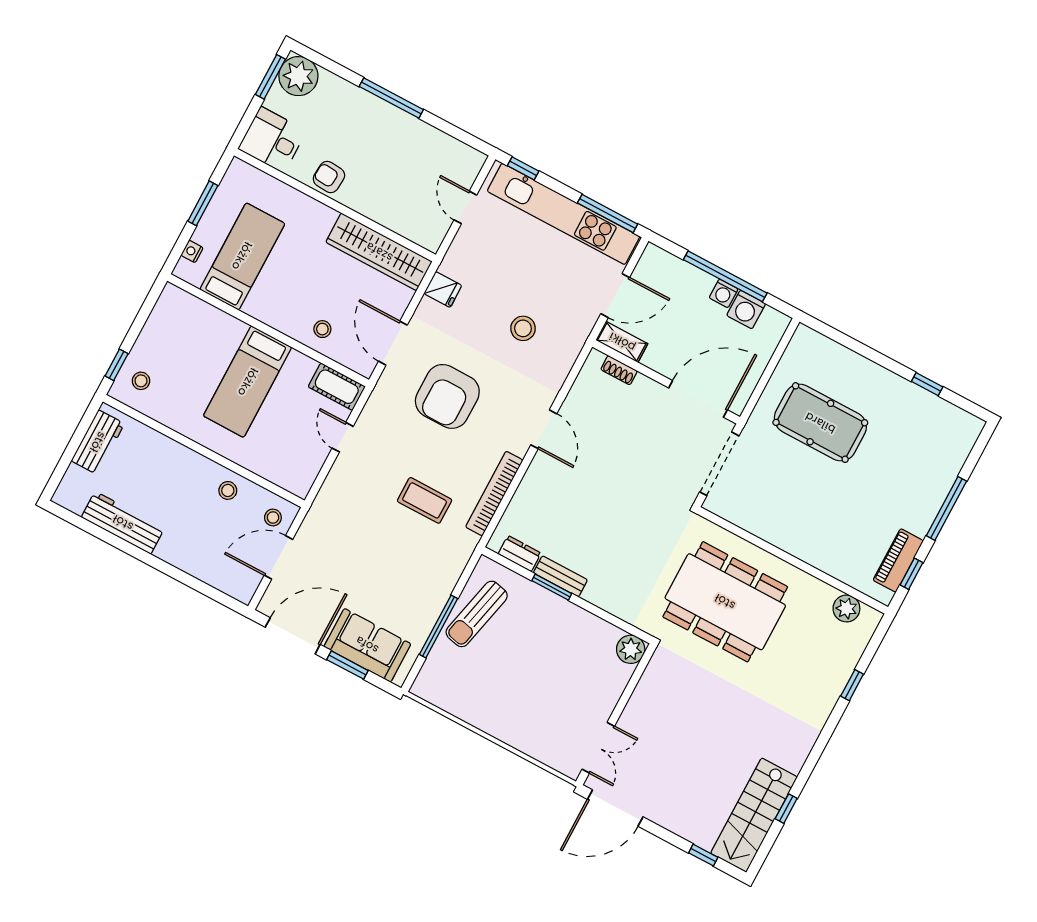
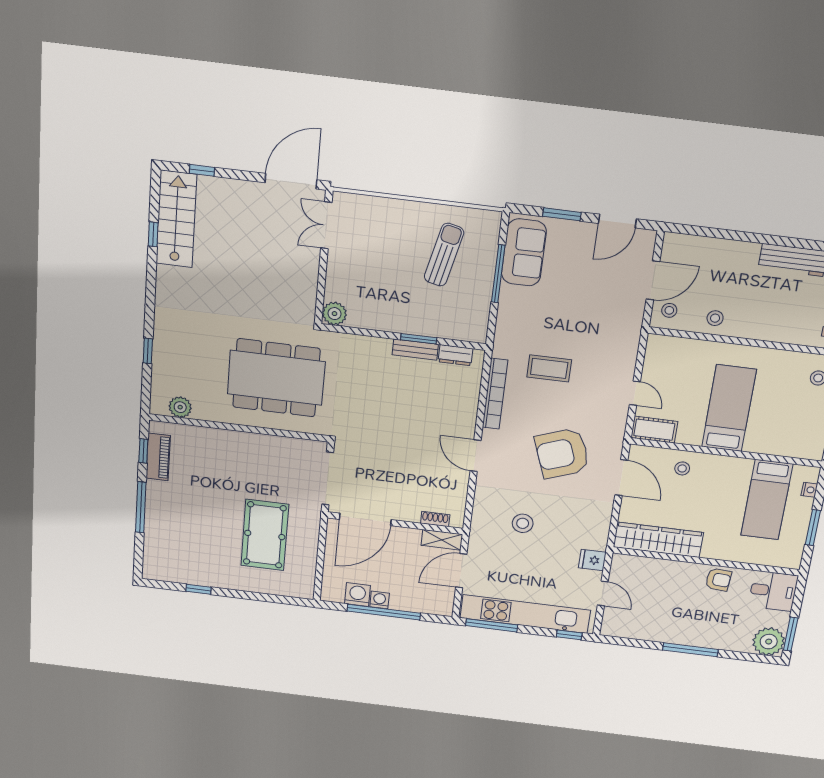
fridge: (443, 290) -> (592, 560), moved
armchair: (447, 396) -> (562, 453), turned -110
pool table: (820, 423) -> (265, 535), turned 90
sun lounger: (477, 614) -> (444, 255), moved
door: (293, 636) -> (617, 221), width x0.73
sofa: (367, 645) -> (524, 252), moved, turned -90

